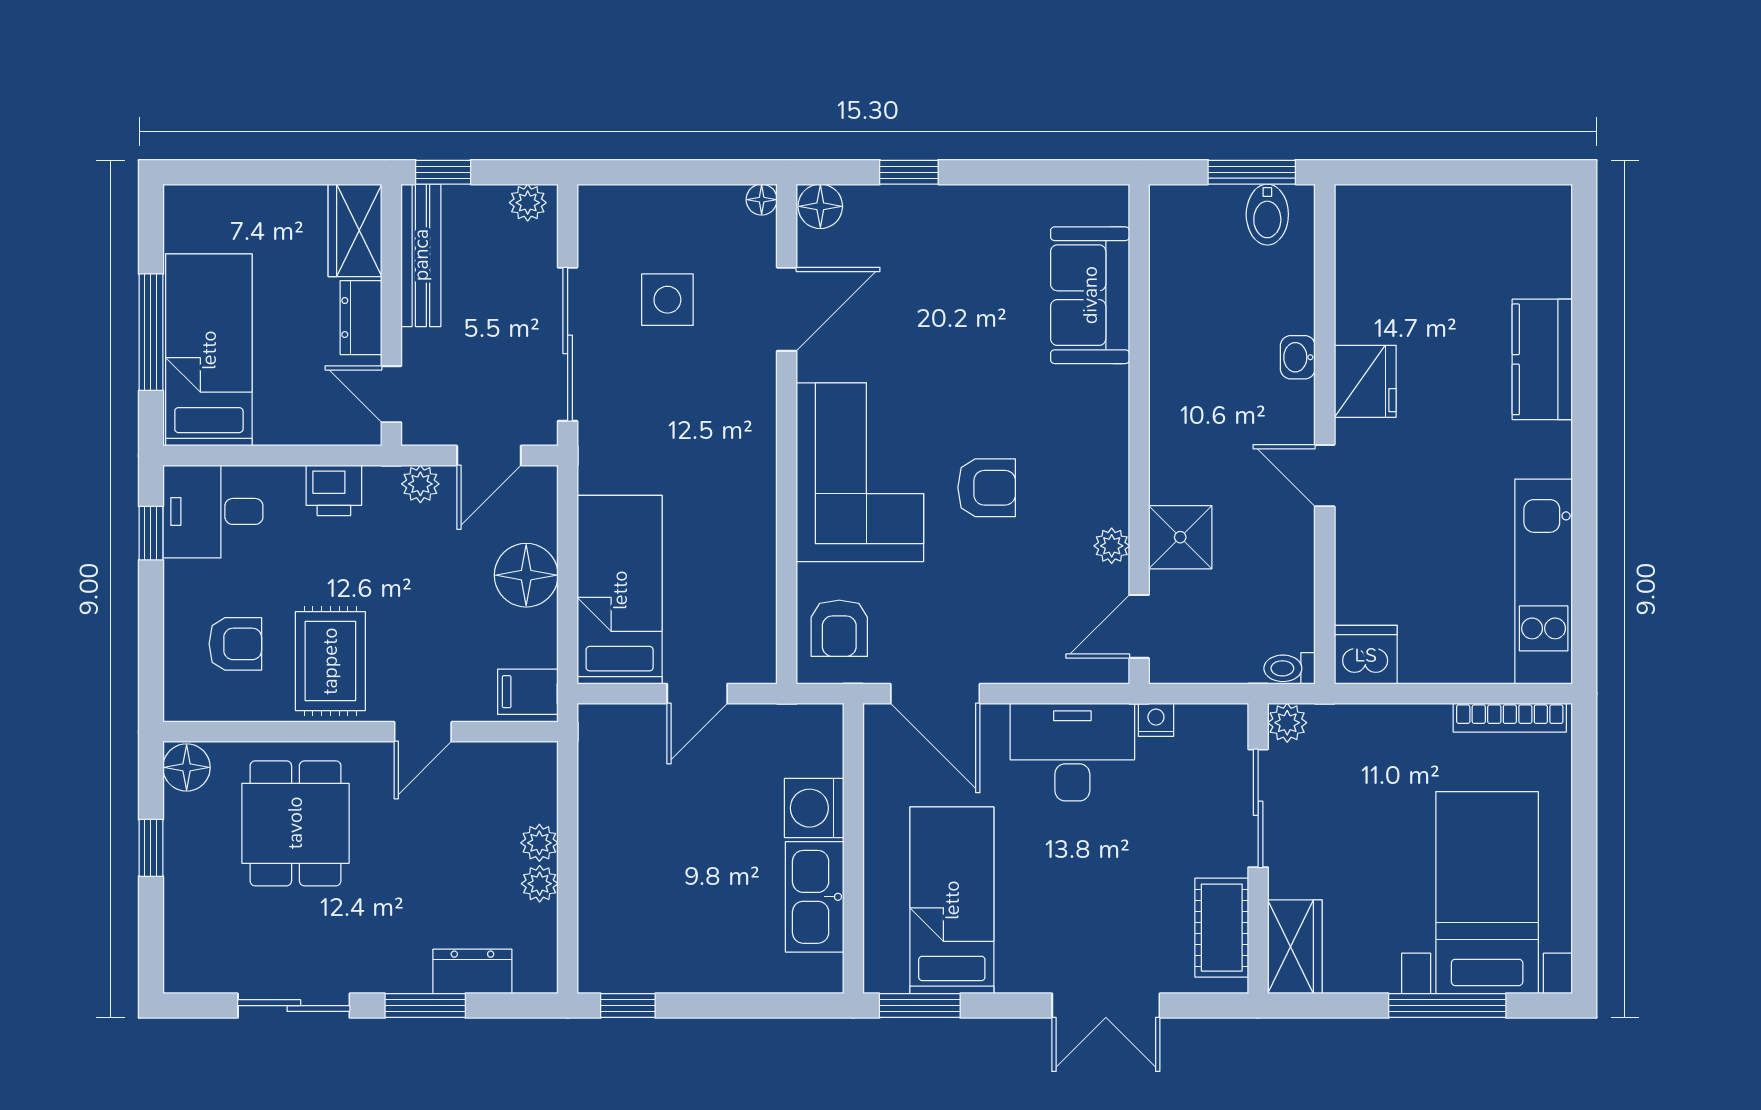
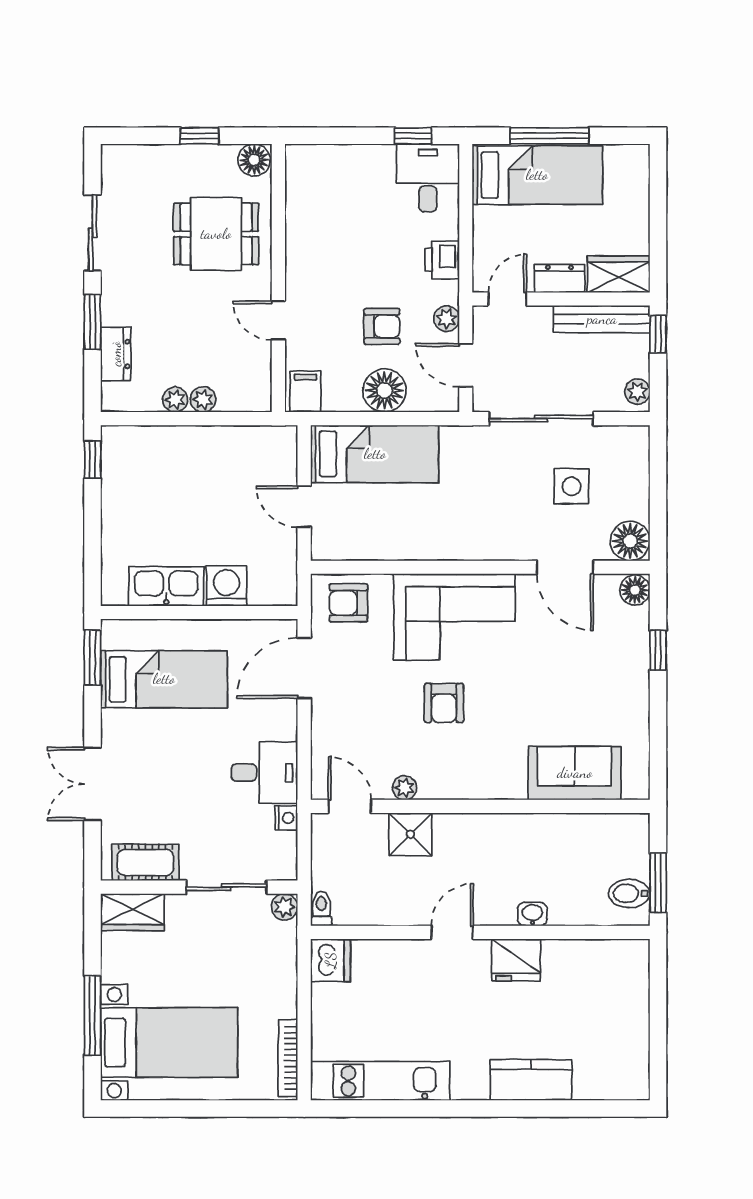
floor lamp: (762, 200) -> (630, 541), width x1.89, depth x1.89
armchair: (235, 644) -> (382, 326), moved, turned -90
rug: (330, 661) -> (326, 258), removed
desk: (1072, 752) -> (265, 773), width x0.73

